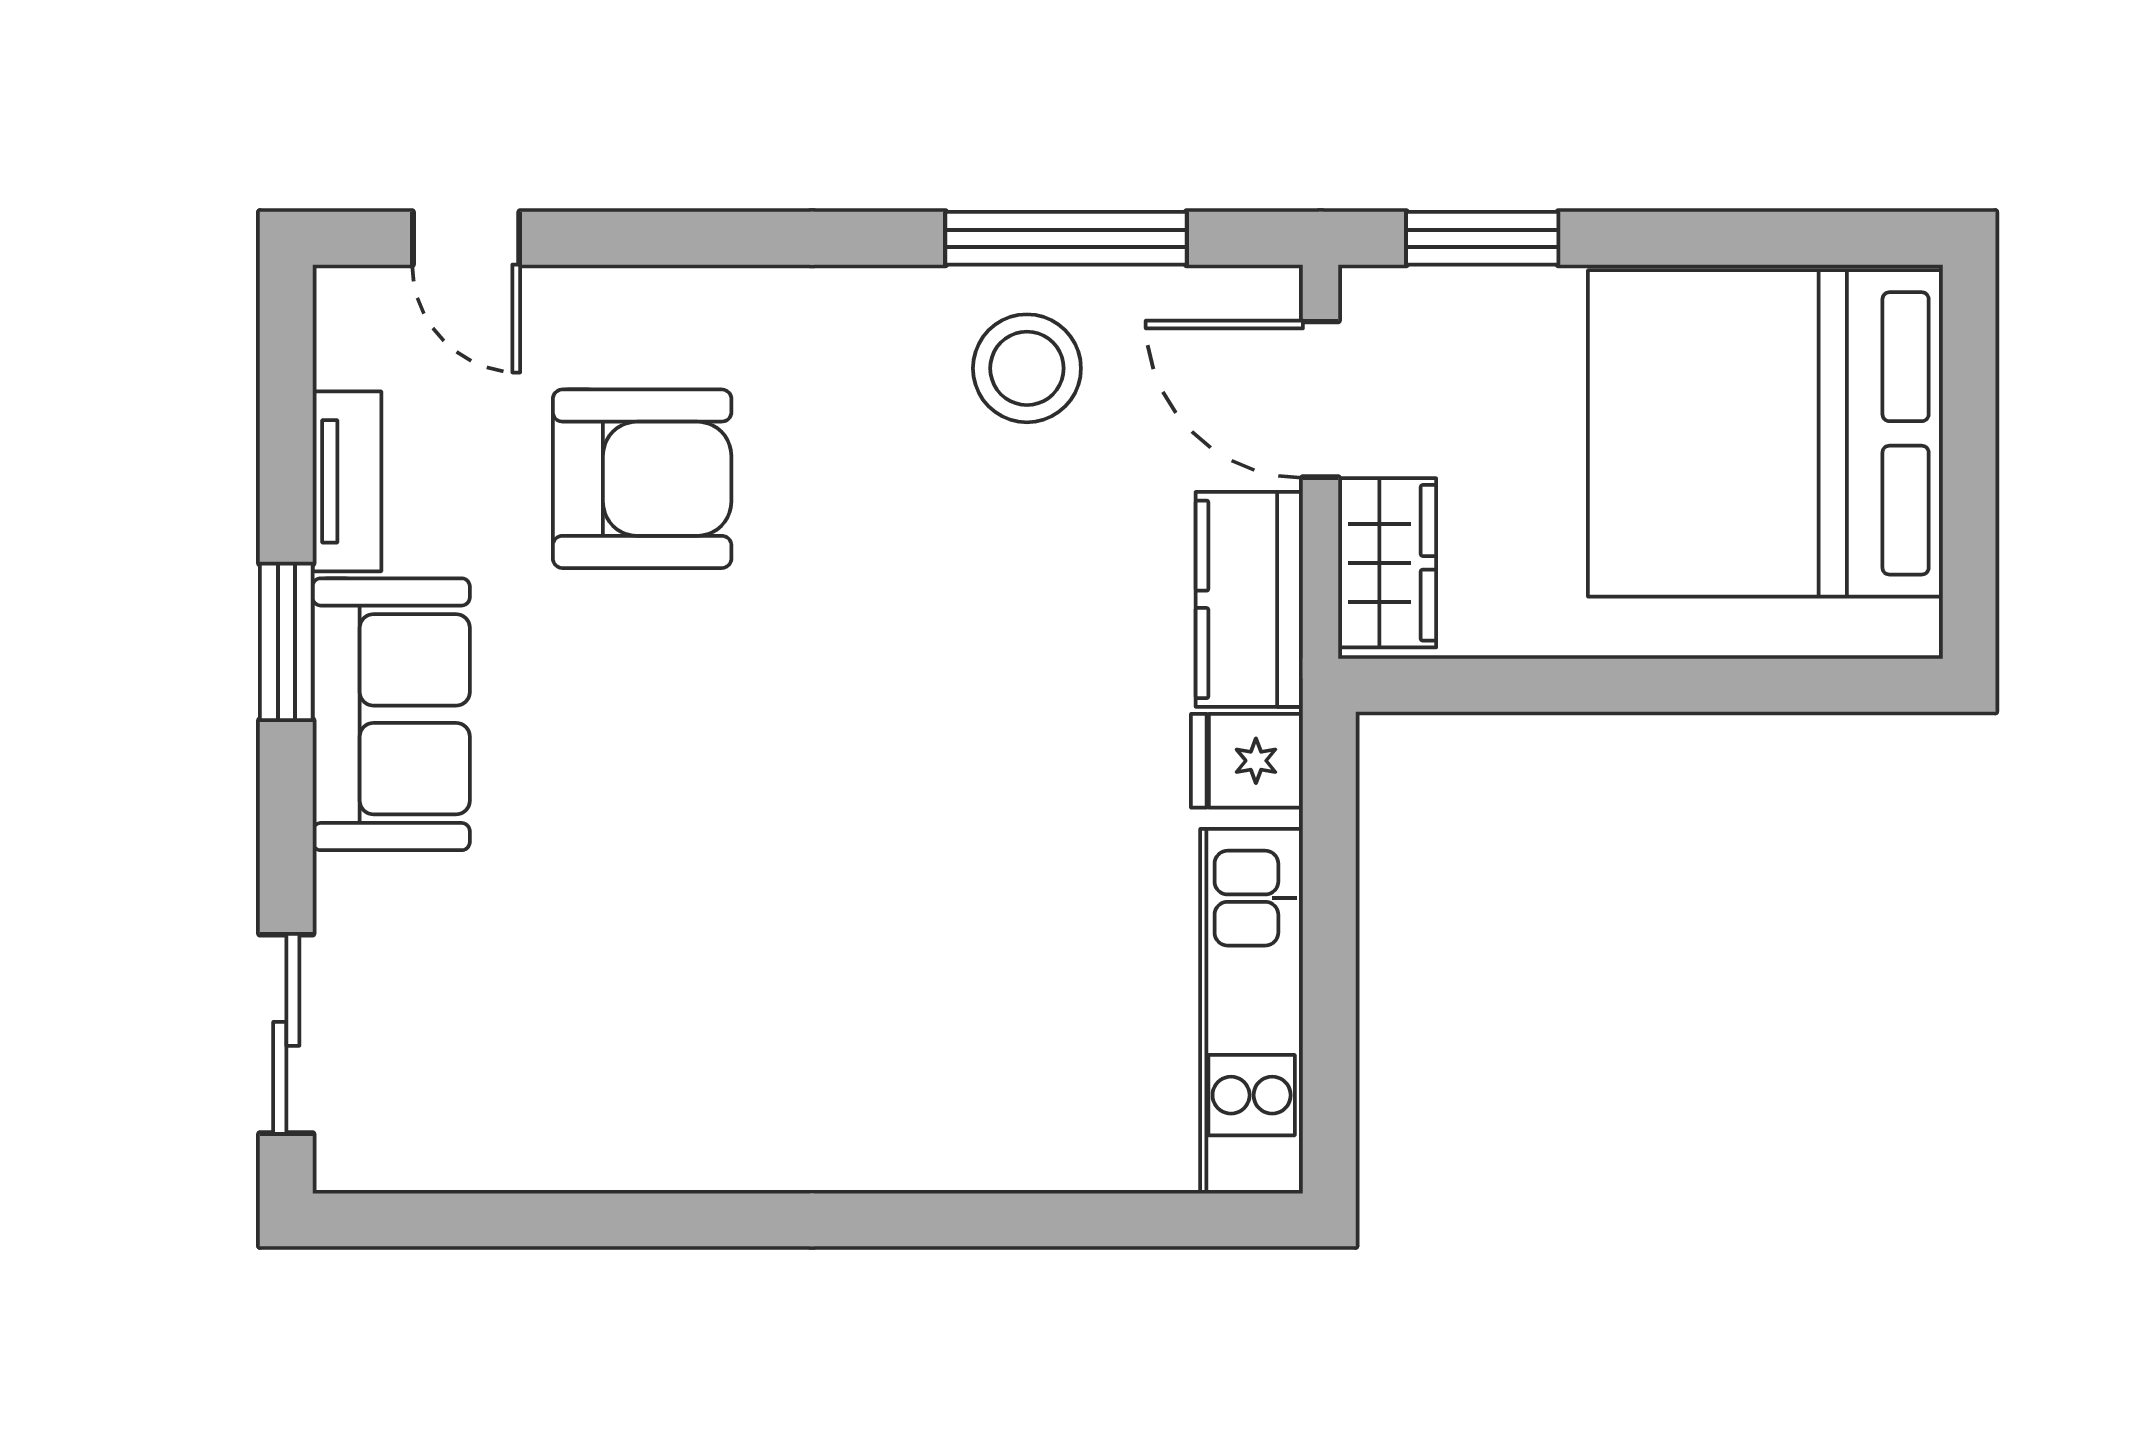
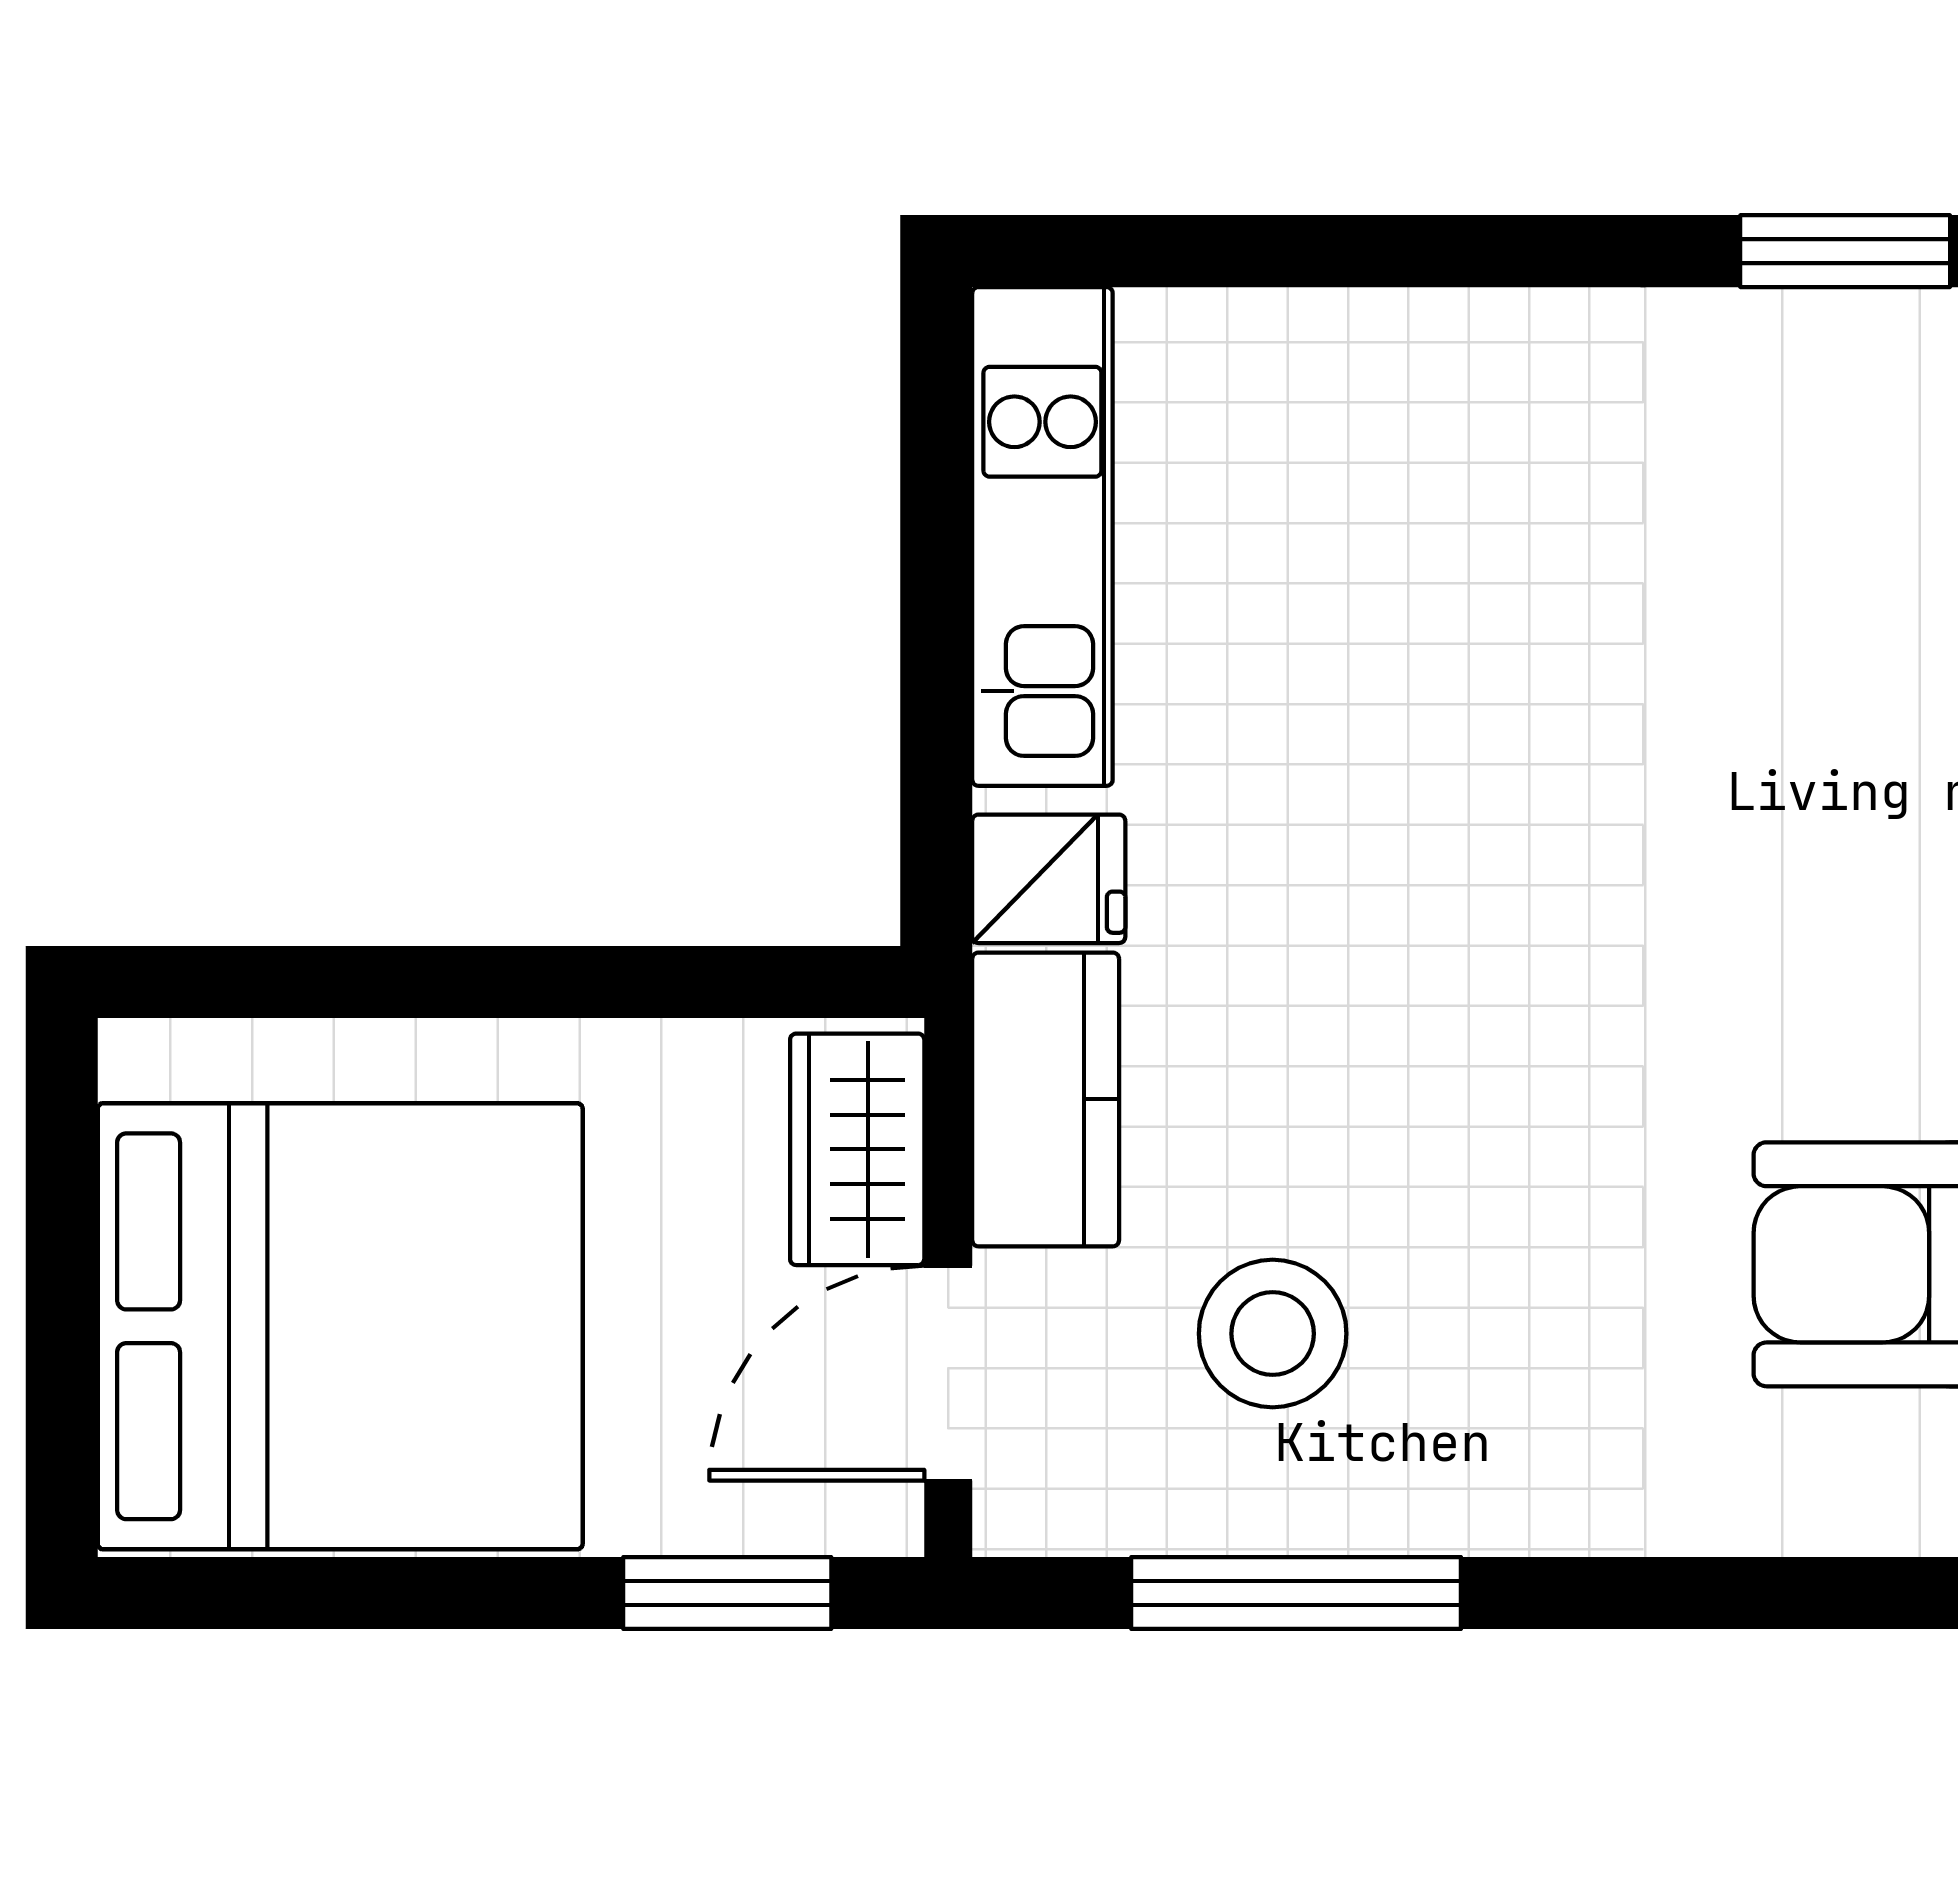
stool: (1027, 368) -> (1273, 1334), moved
door: (1321, 399) -> (948, 1373), swing flipped
window: (664, 1220) -> (1845, 251), added

